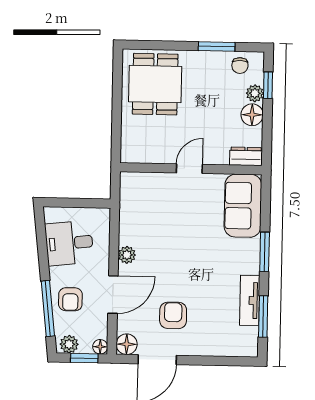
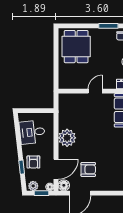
plant: (127, 255) -> (67, 138), width x1.88, depth x1.88
door: (113, 295) -> (56, 169), moved
window: (48, 308) -> (22, 167), width x0.46
armchair: (173, 315) -> (88, 169), turned 90

